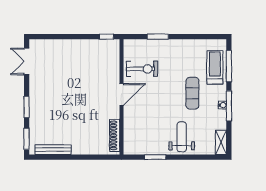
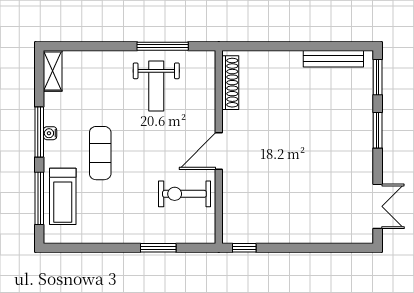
weight bench: (182, 137) -> (156, 86), moved
window: (155, 157) -> (163, 46), width x1.44

